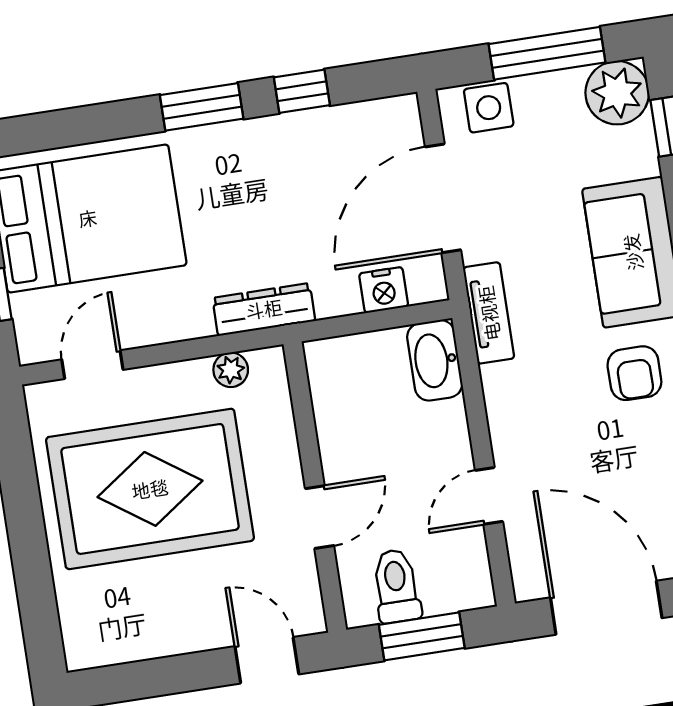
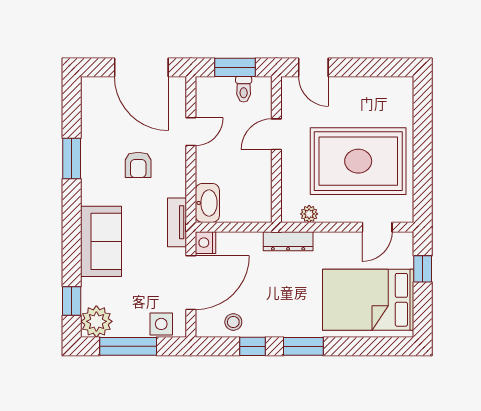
stool: (347, 134) -> (233, 322), added
nightstand: (384, 290) -> (205, 243), moved, turned -90
armchair: (634, 373) -> (138, 165), moved, turned 180
toilet: (396, 586) -> (244, 89), width x0.73, depth x0.72

